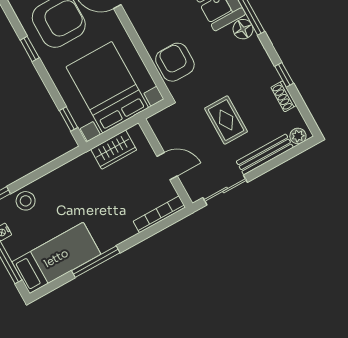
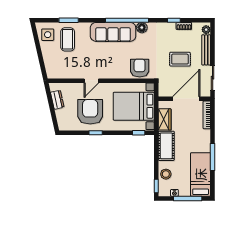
armchair: (175, 62) -> (140, 68), turned 90
door: (167, 166) -> (186, 99), width x1.88
cot: (72, 176) -> (166, 146), added

